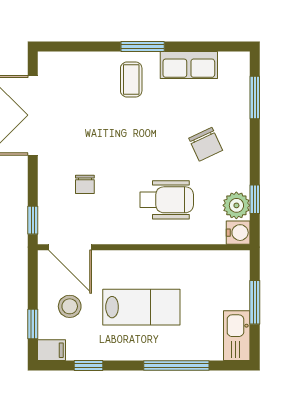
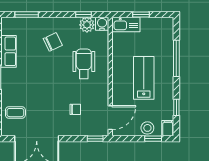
coffee table: (131, 79) -> (15, 113), moved
window: (255, 302) -> (141, 15), width x0.67
stool: (70, 306) -> (147, 128), moved
kitchen sink: (237, 336) -> (126, 25), moved

